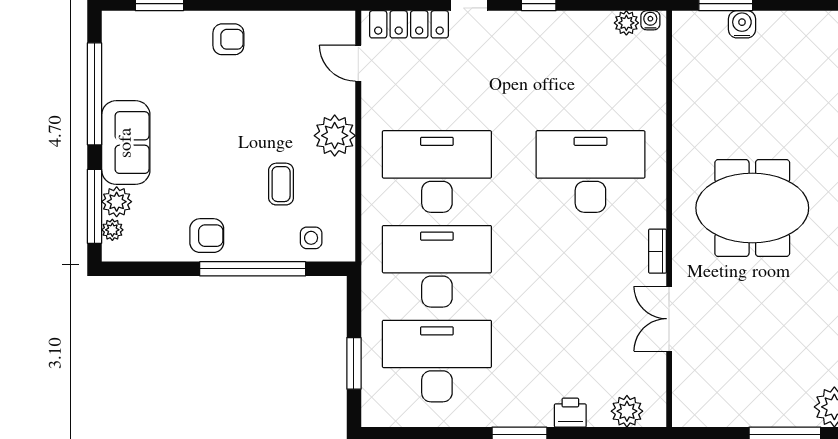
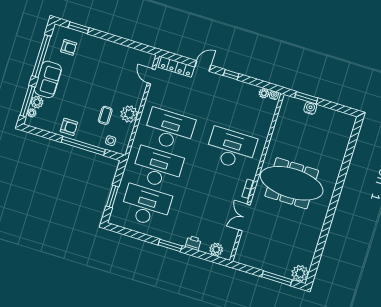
armchair: (228, 39) -> (69, 47), moved
plant: (335, 136) -> (129, 114), moved
meeting table: (752, 208) -> (292, 183), width x1.36

